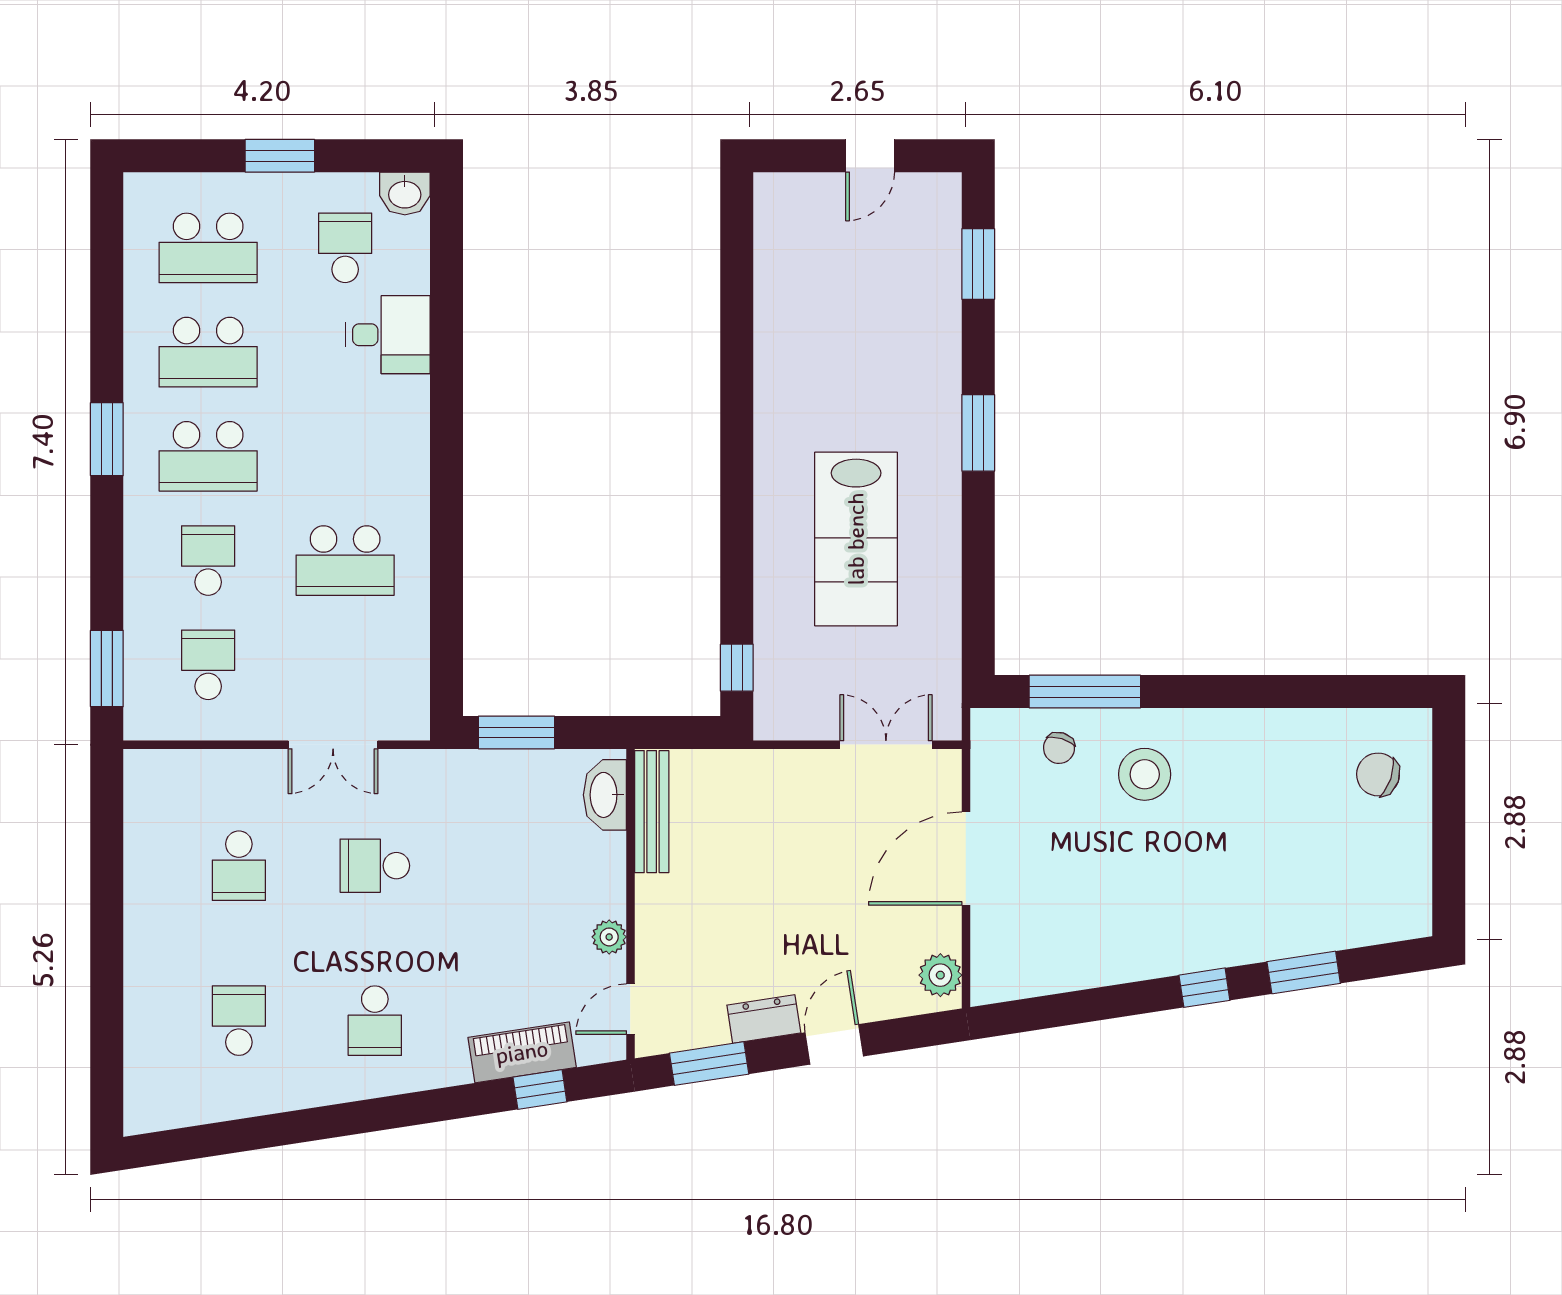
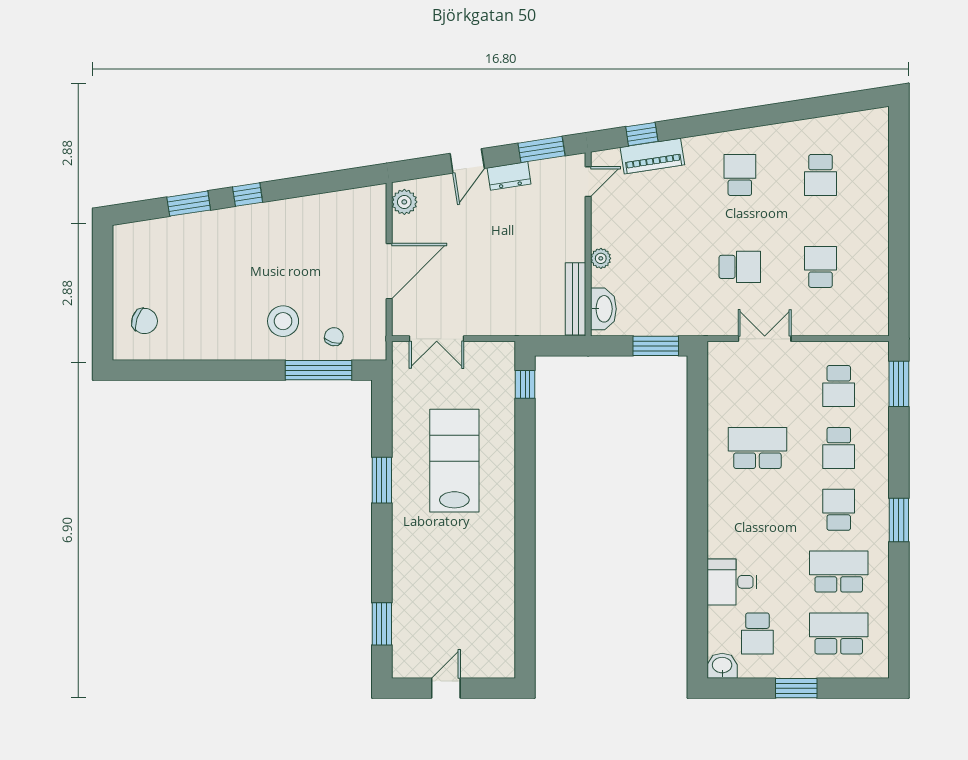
window: (978, 433) -> (382, 480), moved
school desk: (208, 456) -> (839, 510), width x0.54
plant: (609, 937) -> (601, 258), moved

